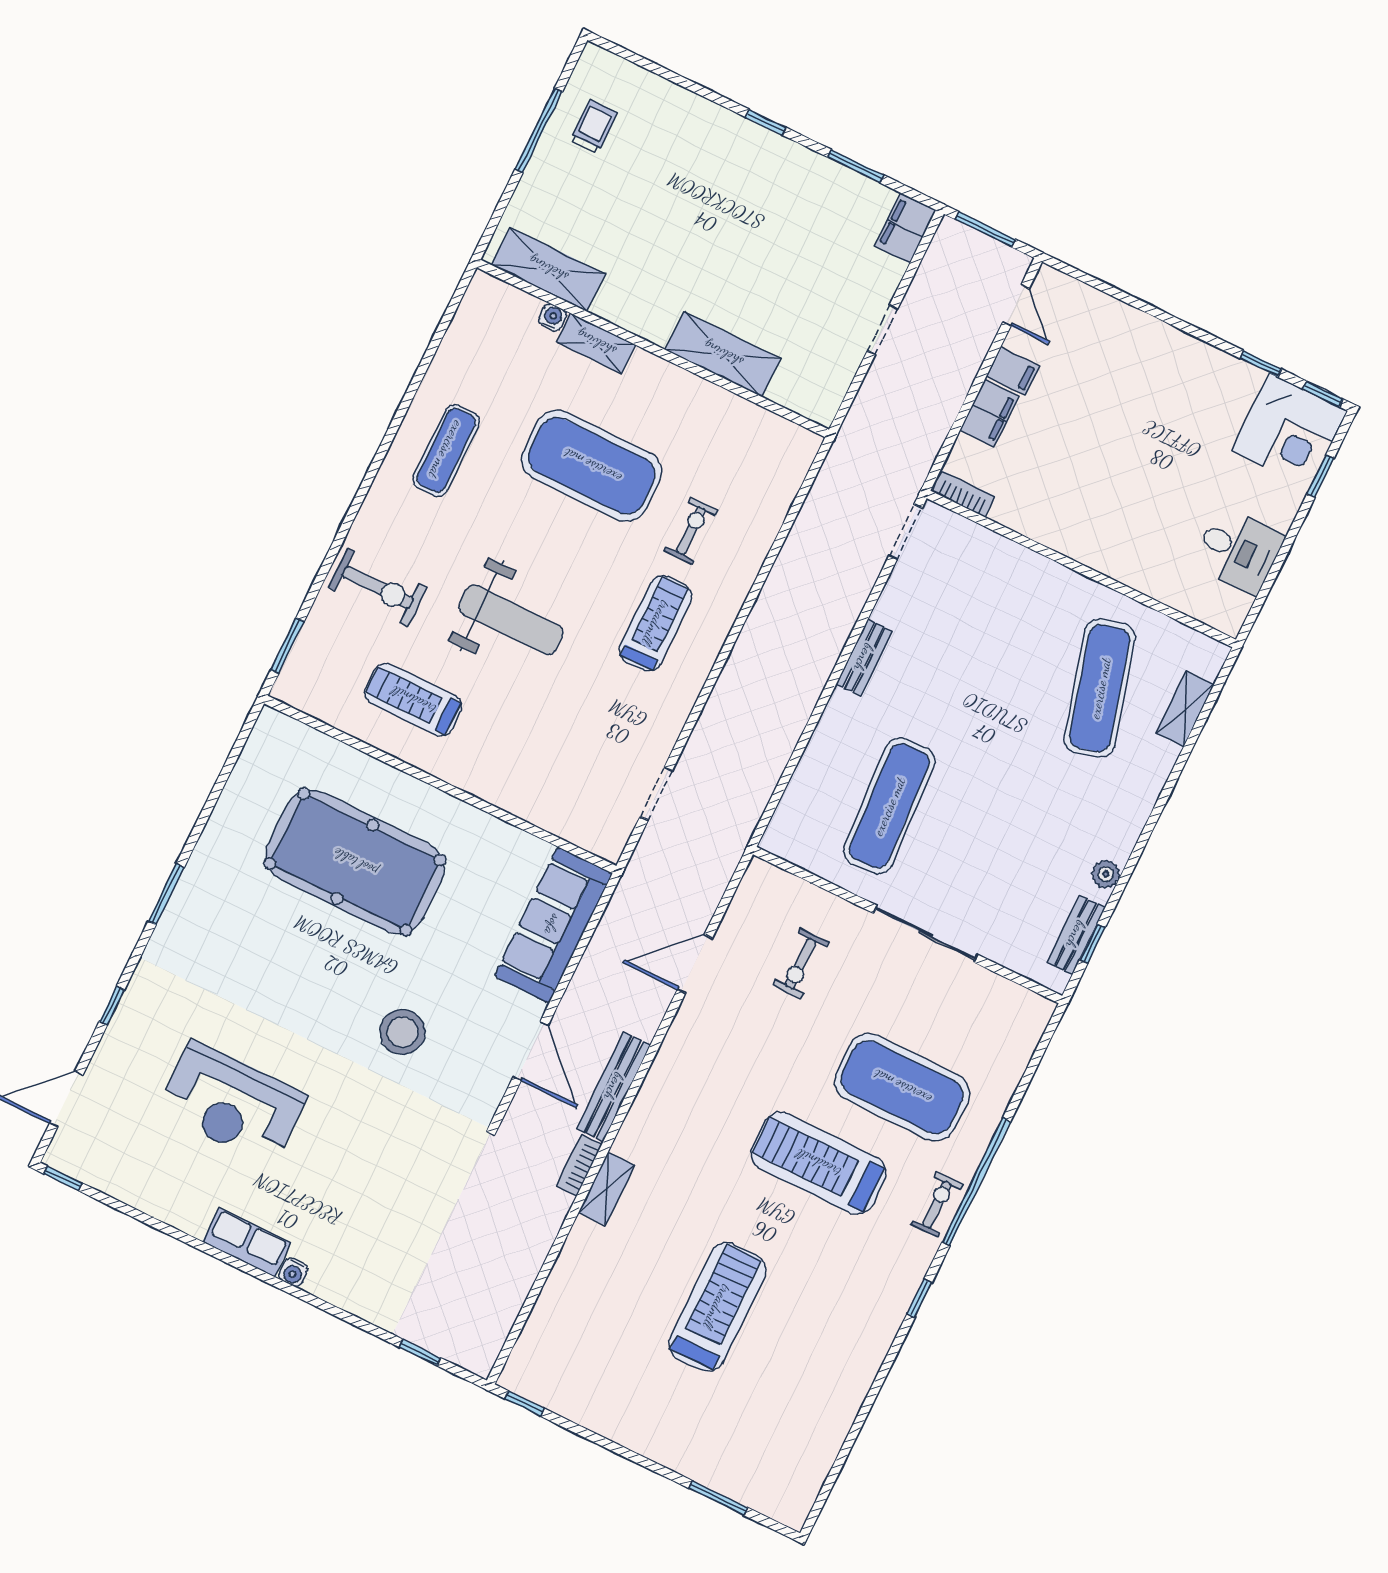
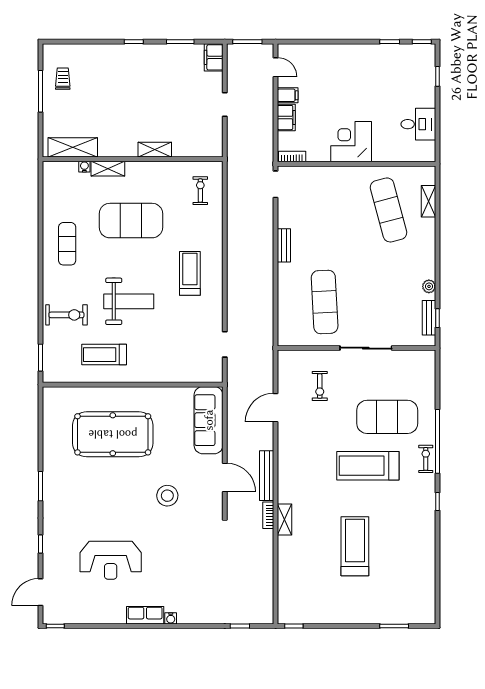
shelving: (723, 354) -> (155, 150), width x0.67, depth x0.75
corner desk: (1289, 431) -> (351, 142), moved, turned 180
exercise bike: (691, 531) -> (200, 191), moved

